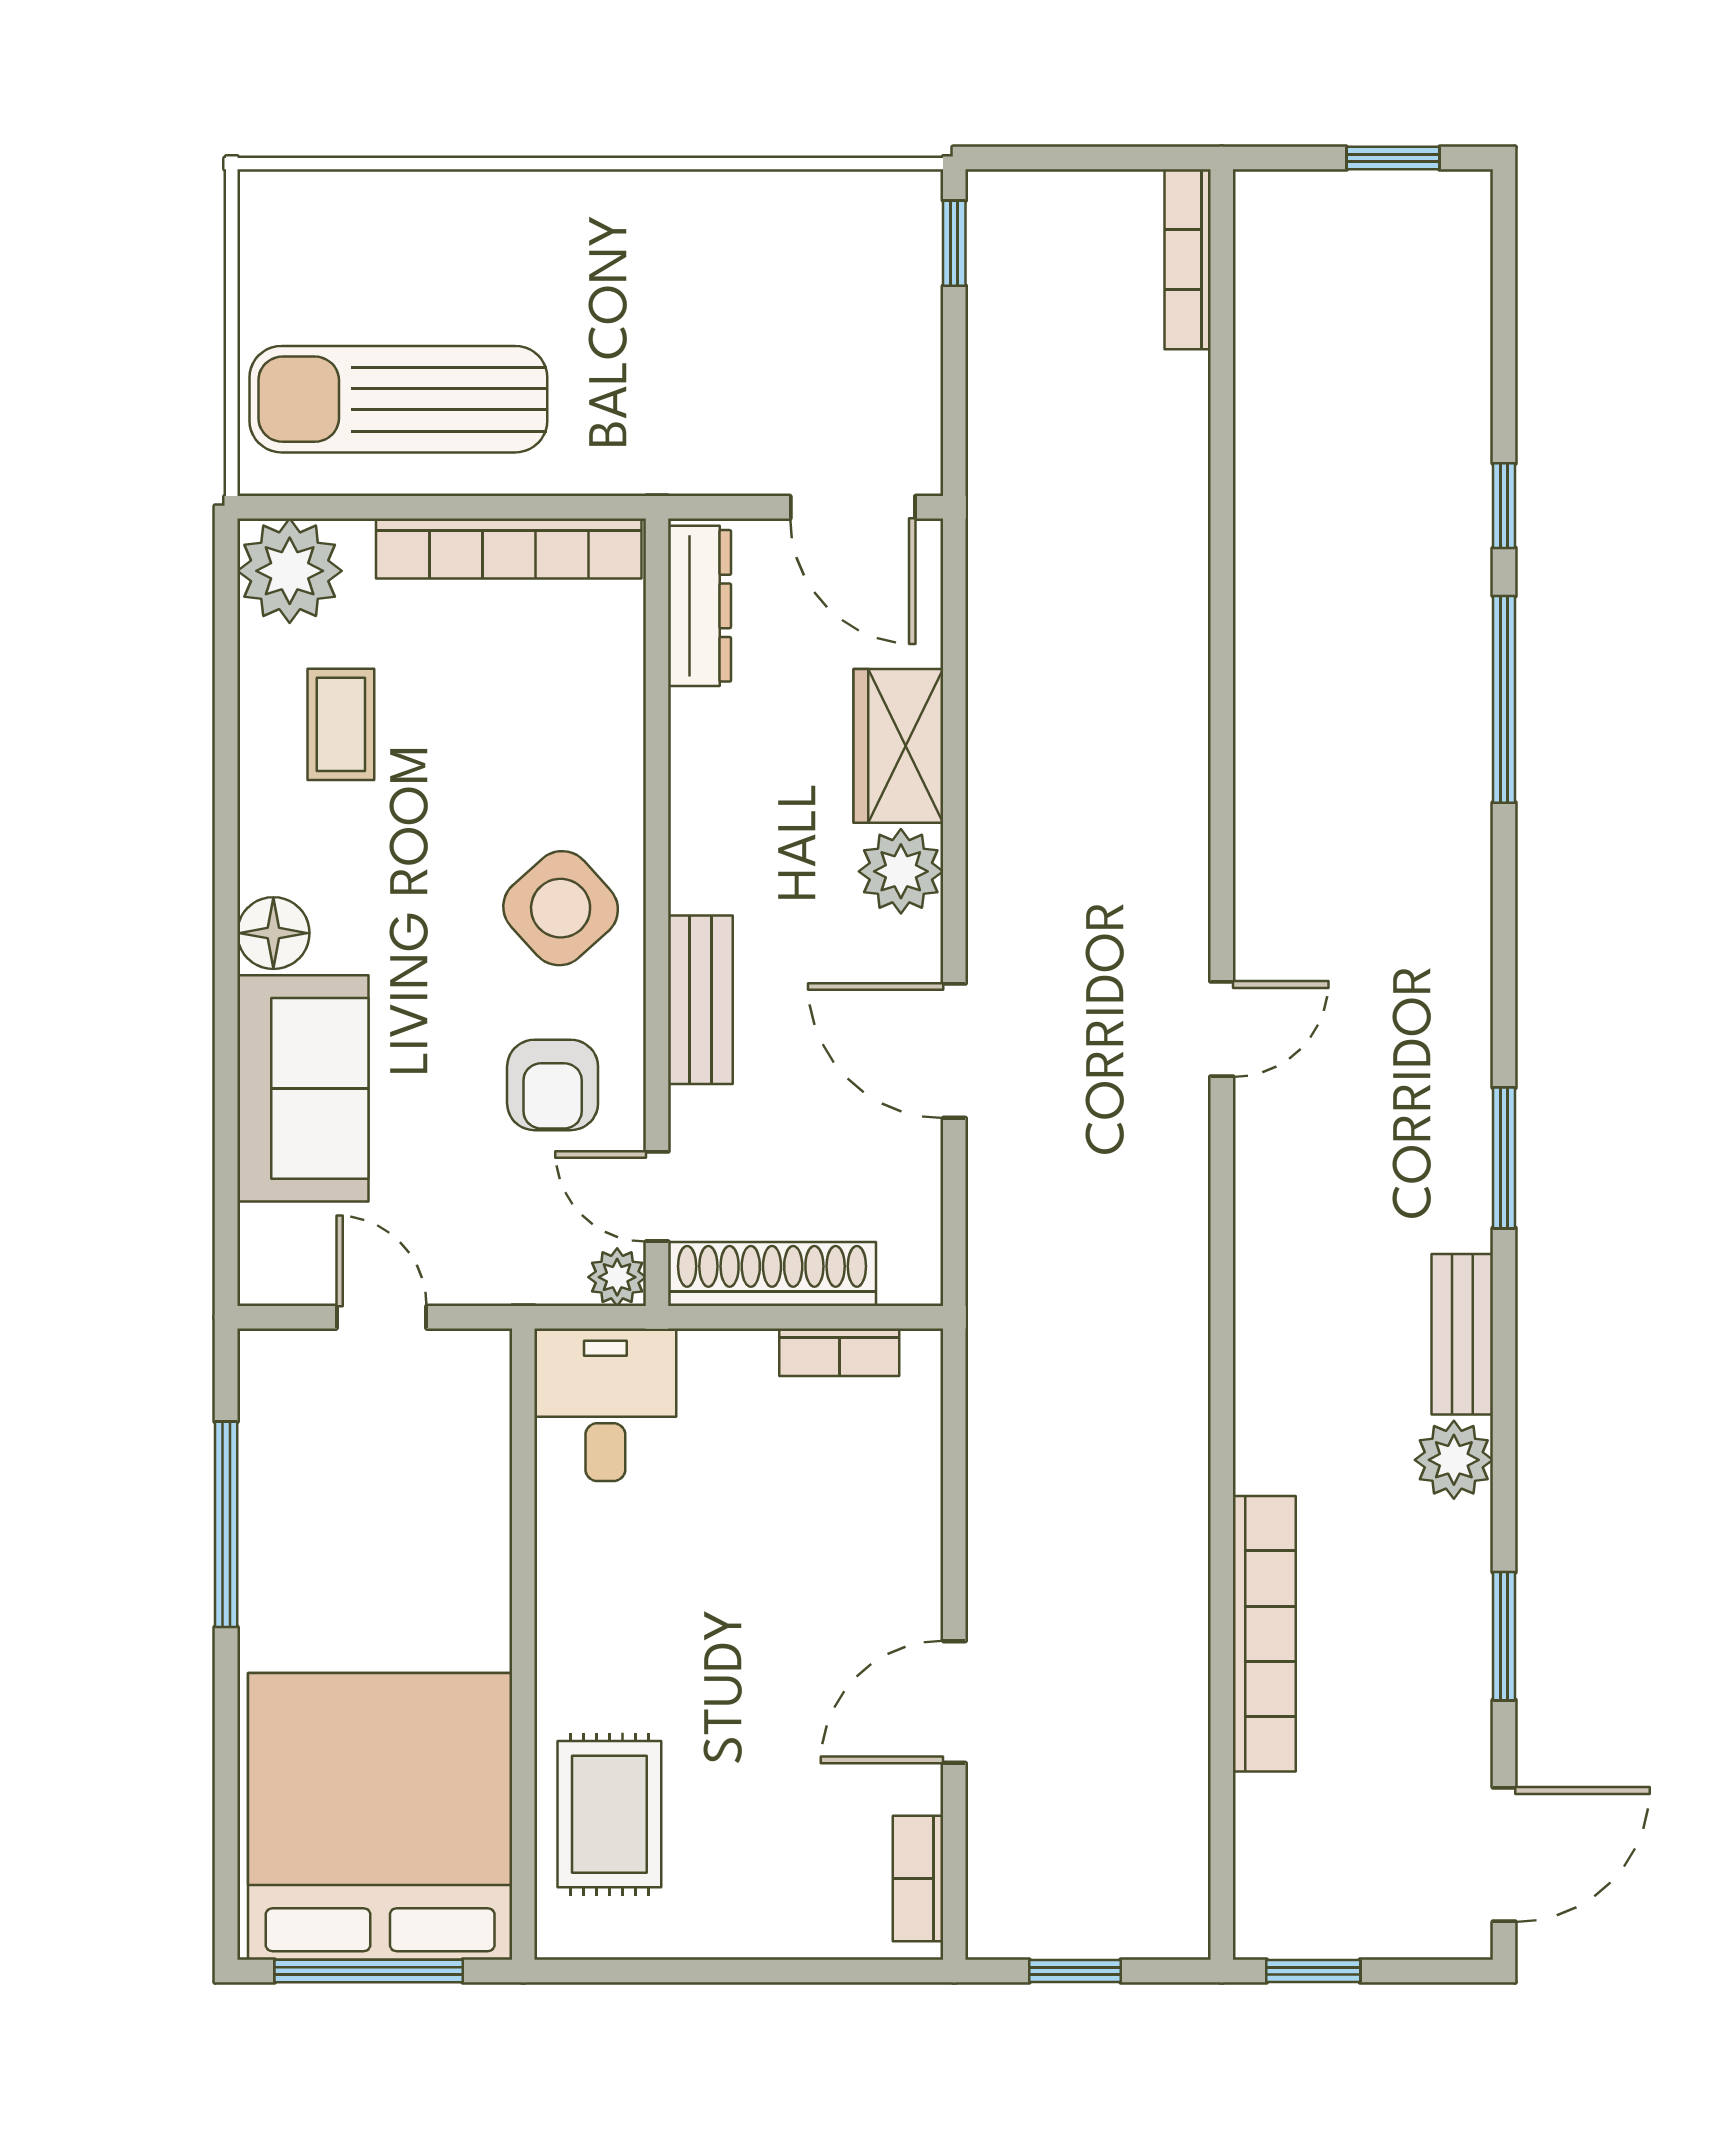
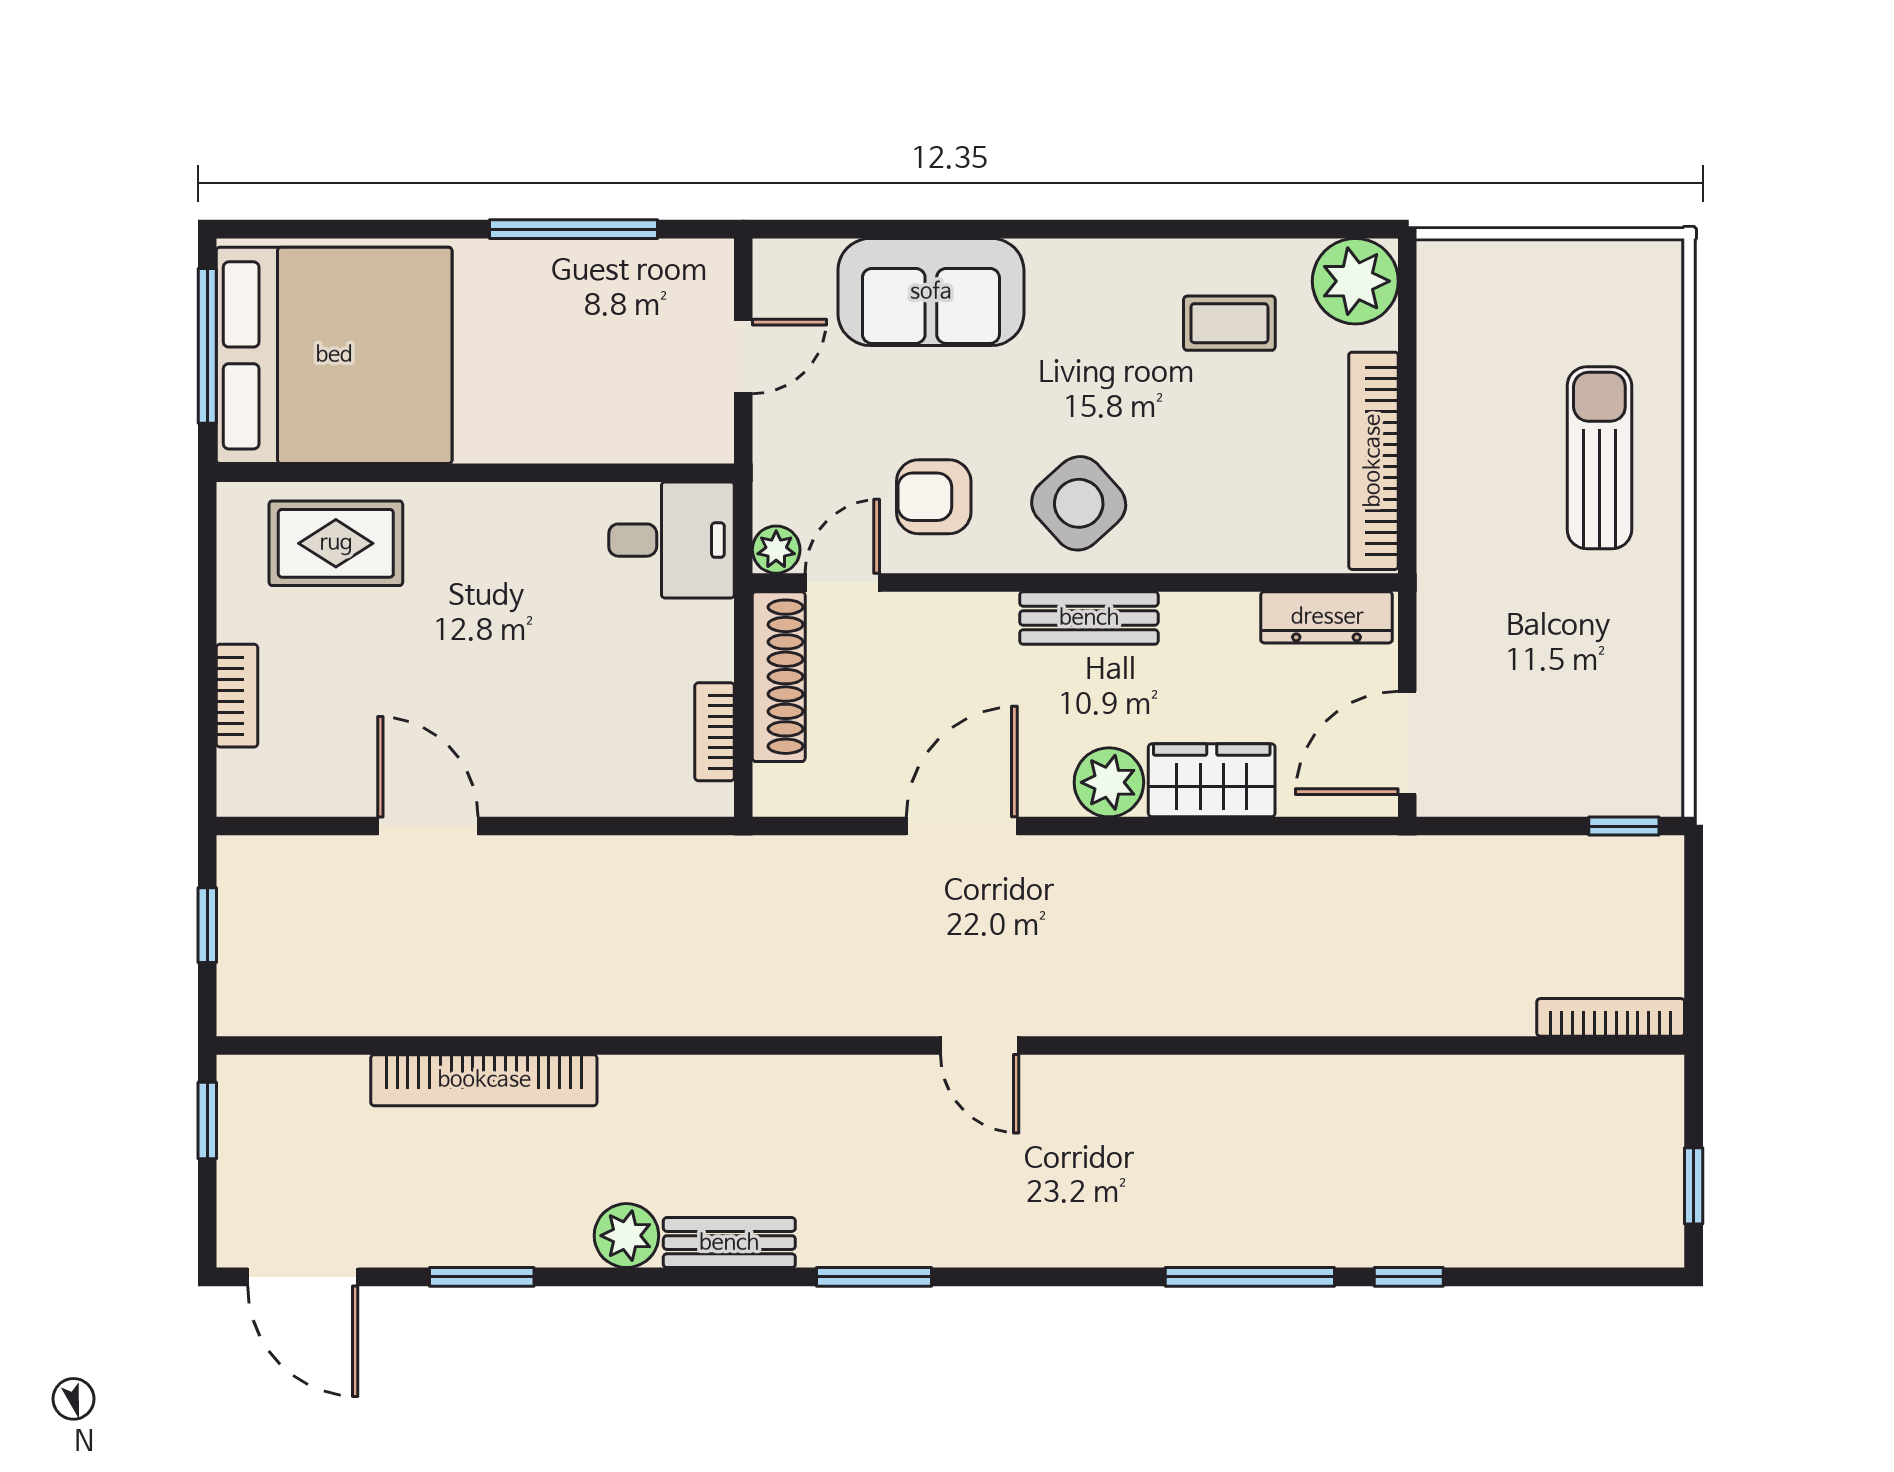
sun lounger: (398, 399) -> (1599, 458), moved, width x0.73, depth x0.75
floor lamp: (273, 933) -> (1058, 268), removed
bench: (700, 1000) -> (1089, 618), moved
bookcase: (918, 1878) -> (237, 696), moved, turned 90

